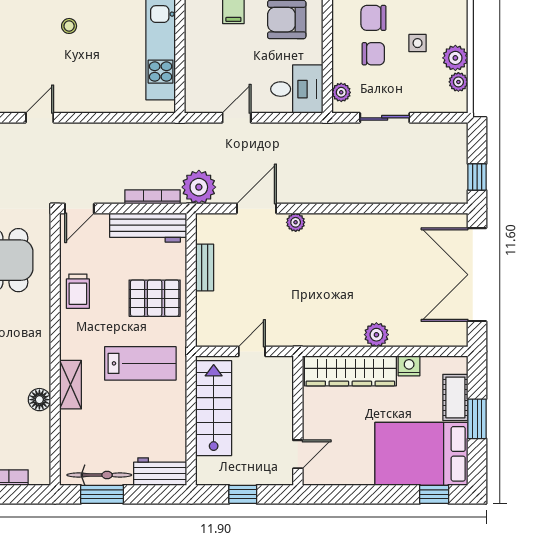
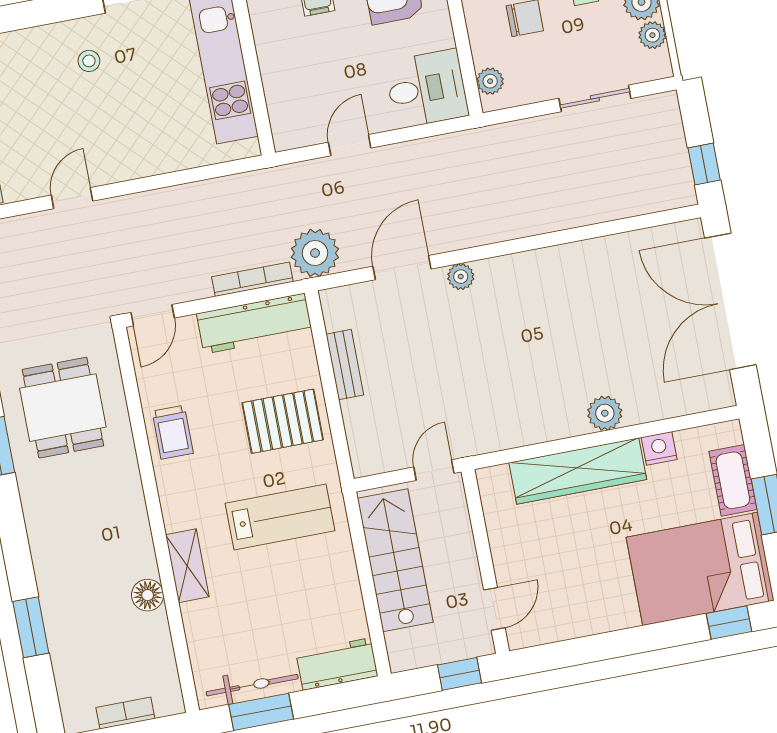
sliding door: (385, 118) -> (595, 98), moved
wall: (298, 421) -> (485, 561), moved
door: (298, 454) -> (494, 609), moved

